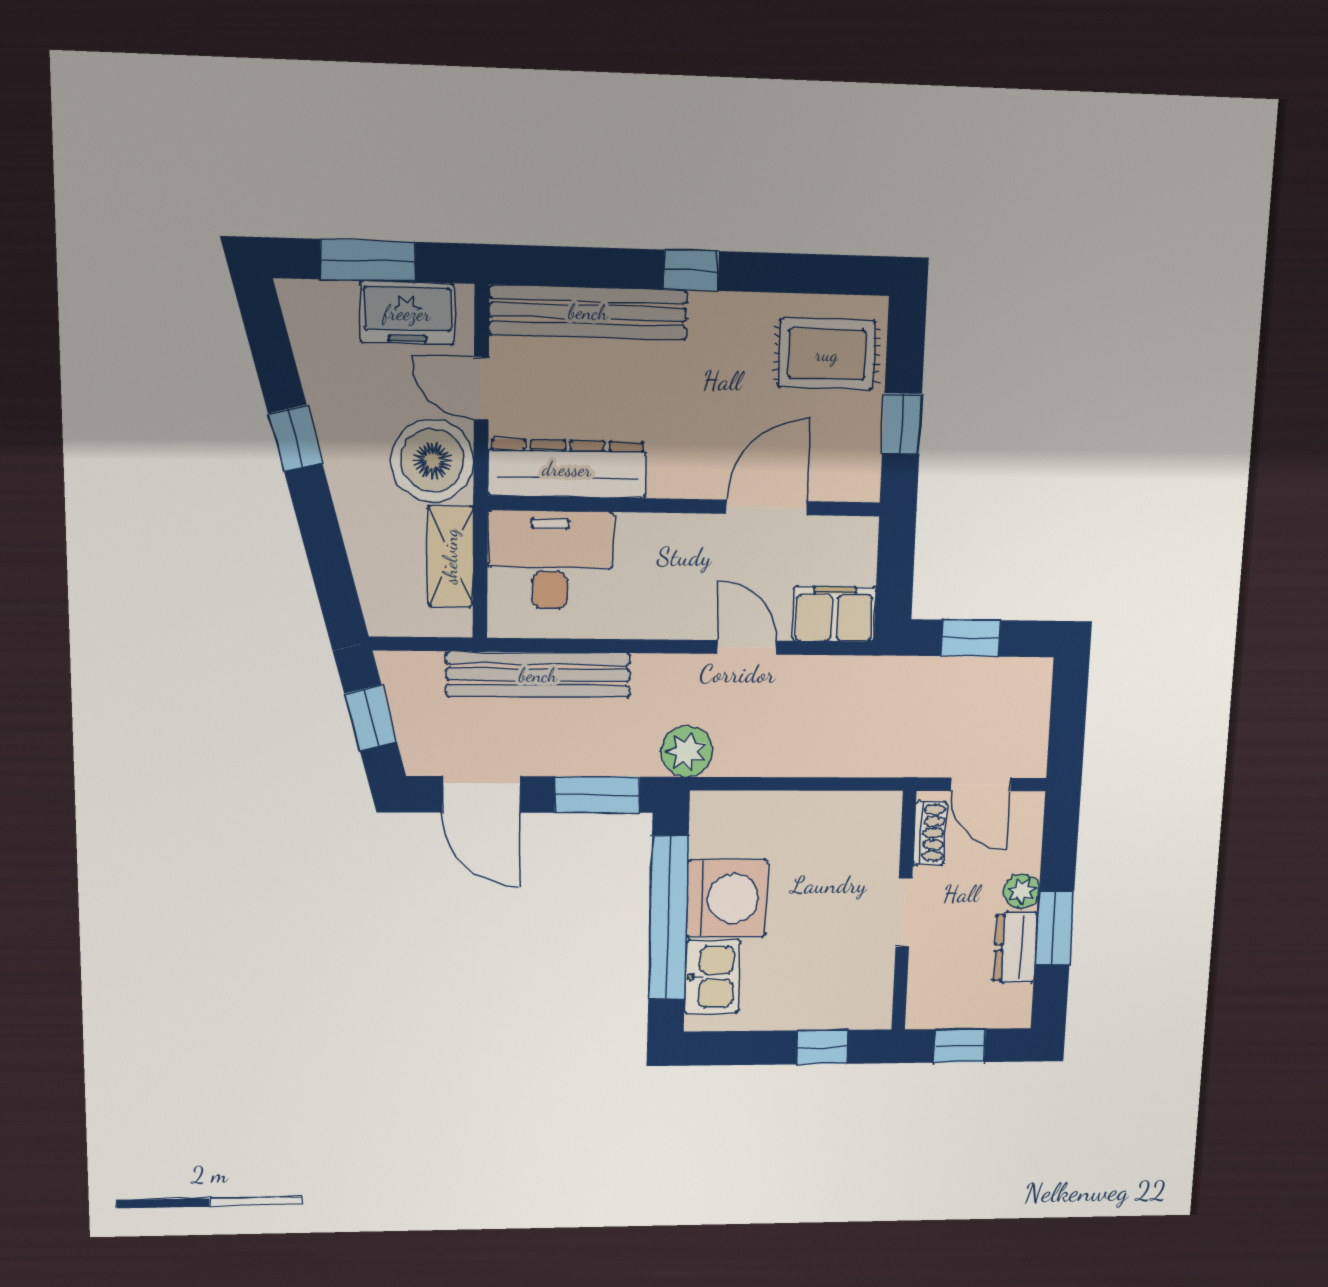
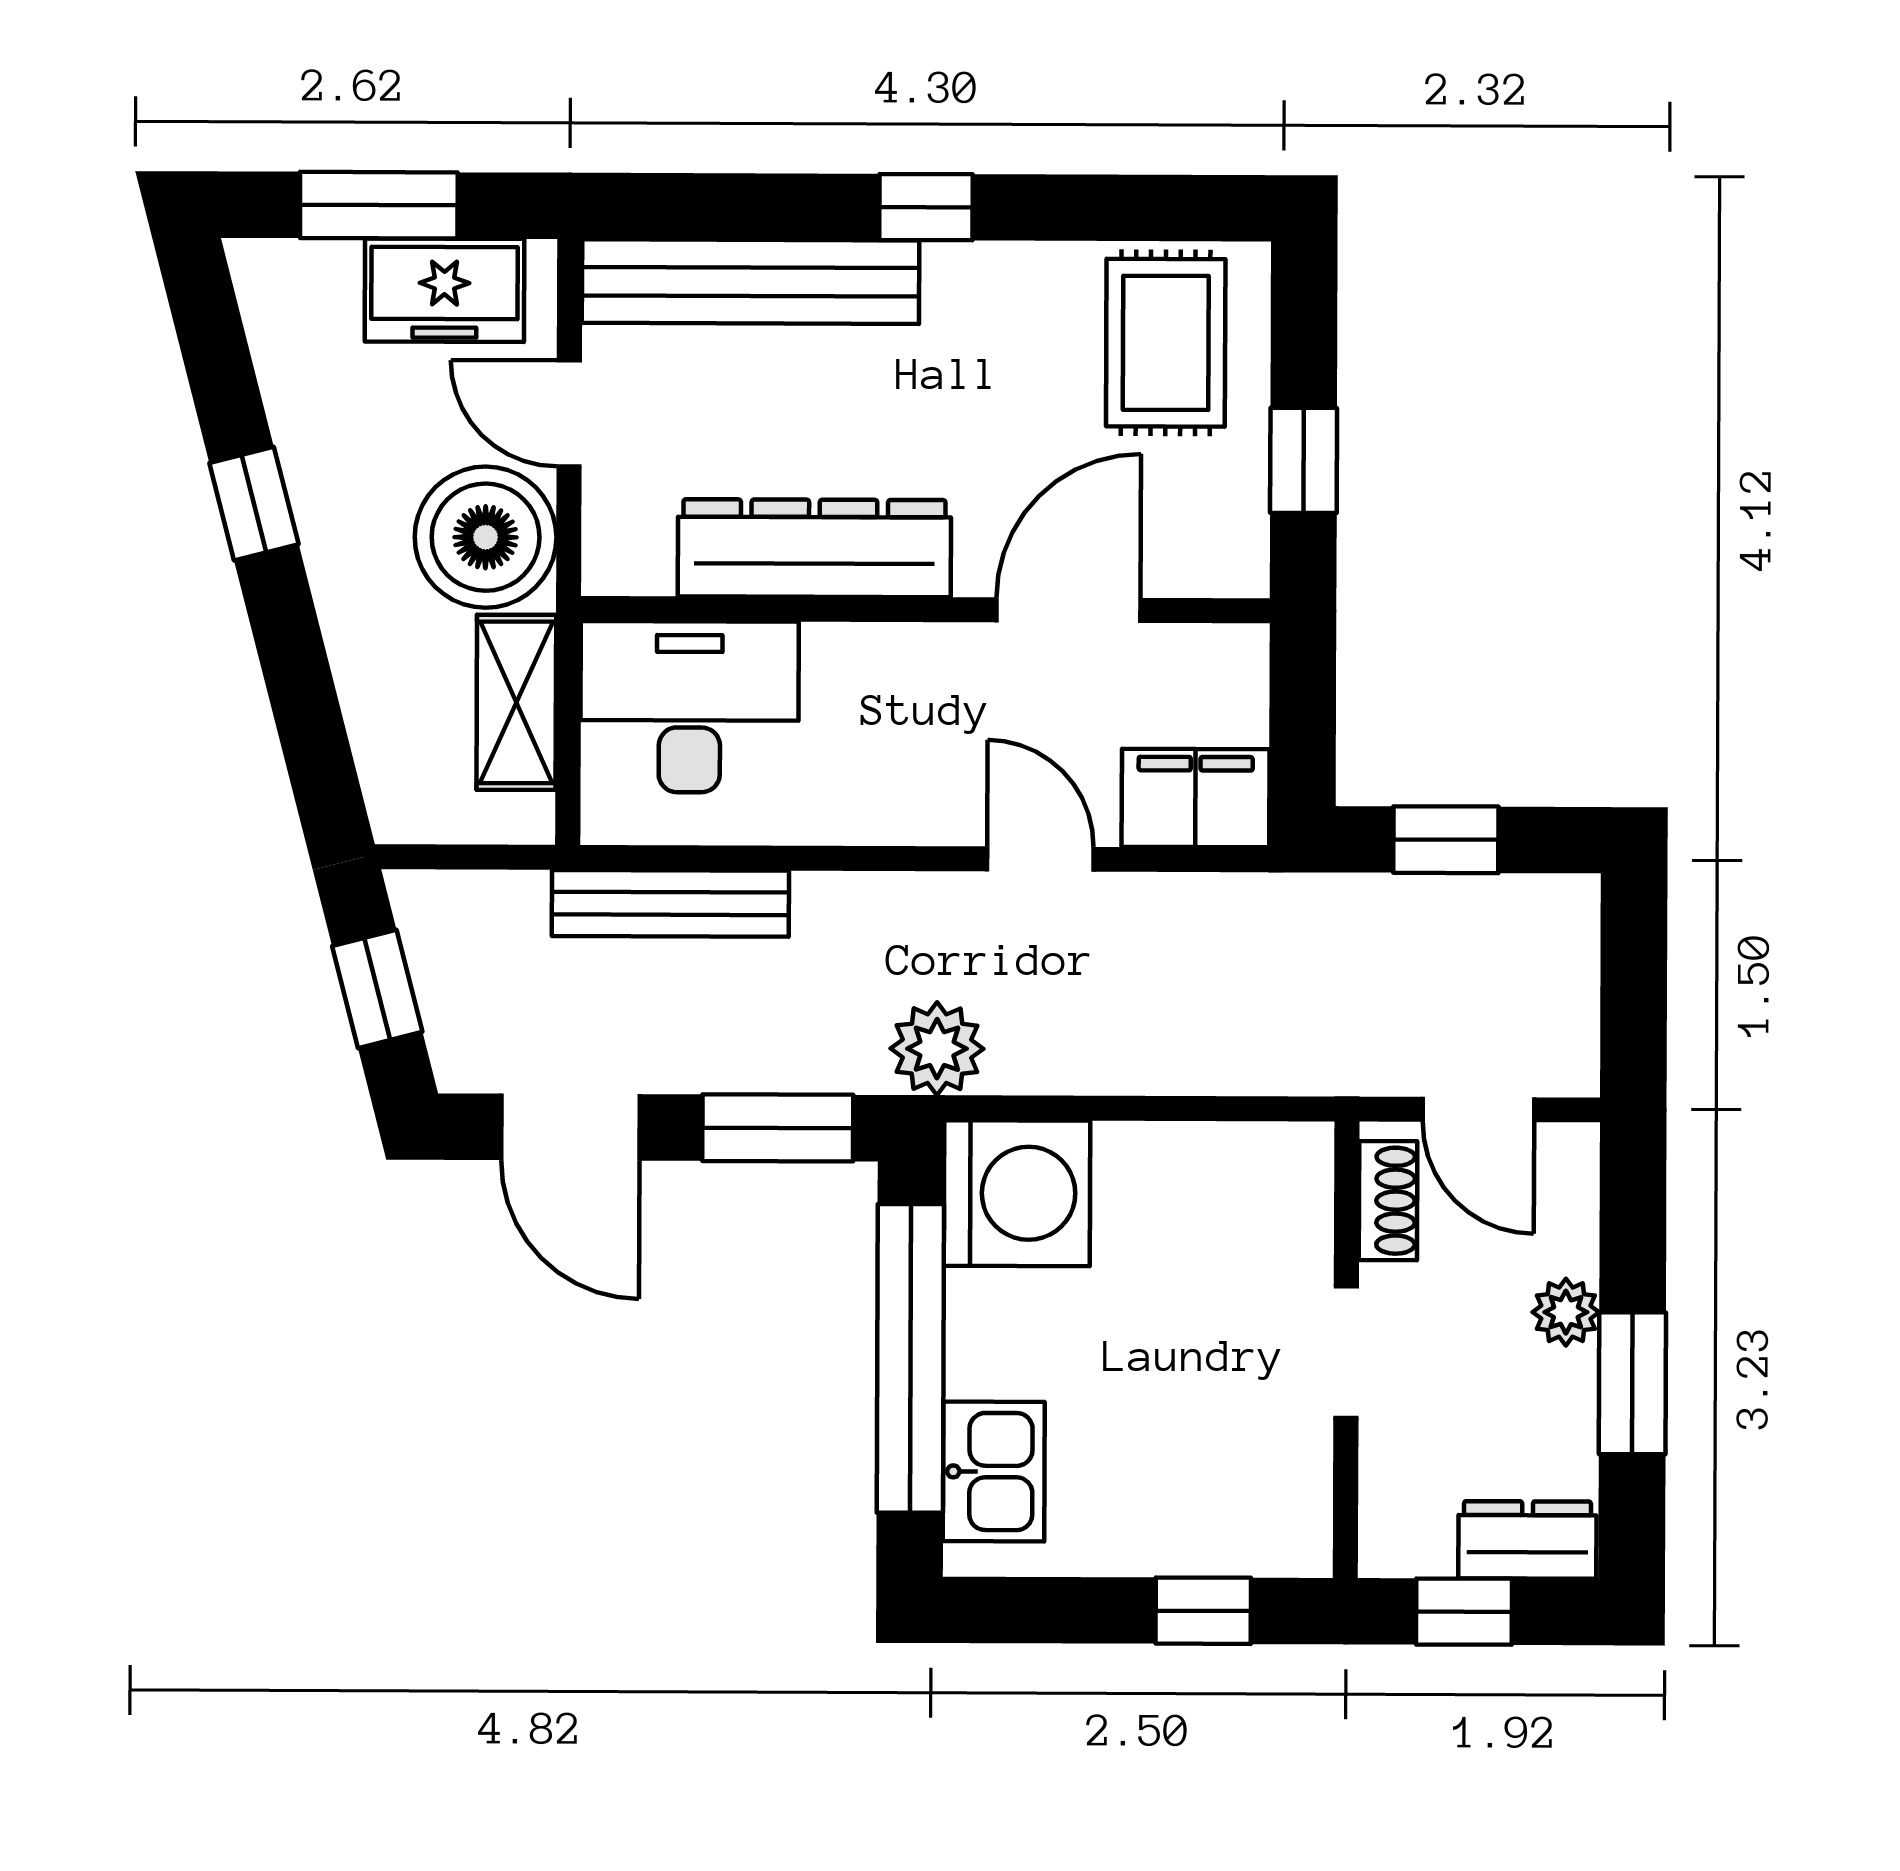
rug: (827, 354) -> (1166, 343), turned 90
dresser: (567, 469) -> (814, 548), moved
bench: (538, 675) -> (670, 903), width x0.73, depth x0.82
washing machine: (727, 898) -> (1017, 1193), moved
dresser: (1015, 948) -> (1527, 1540), moved, turned 90

